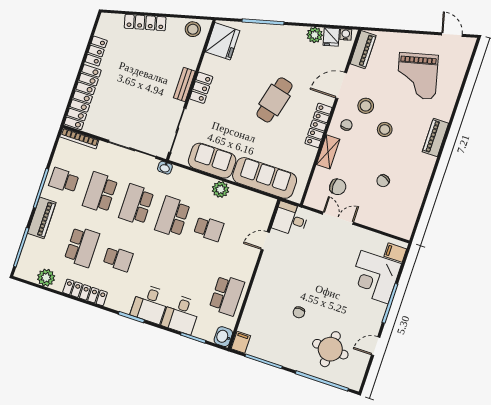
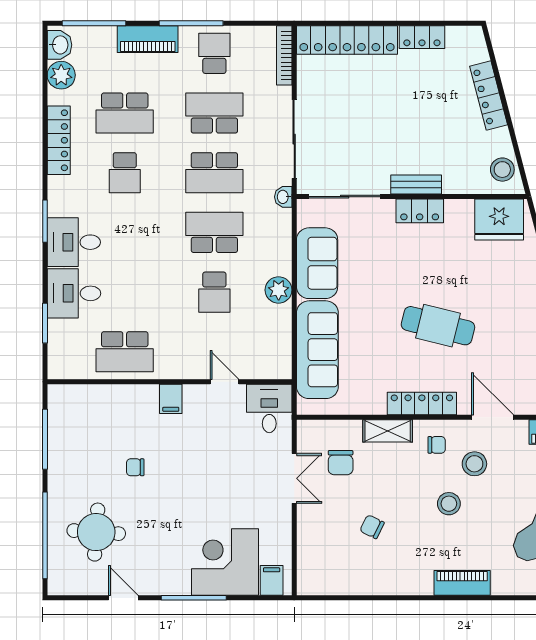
school desk: (136, 205) -> (214, 173), turned 180
washbasin: (223, 337) -> (60, 45), moved, turned 90
filing cabinet: (241, 342) -> (171, 399), moved, turned 90

